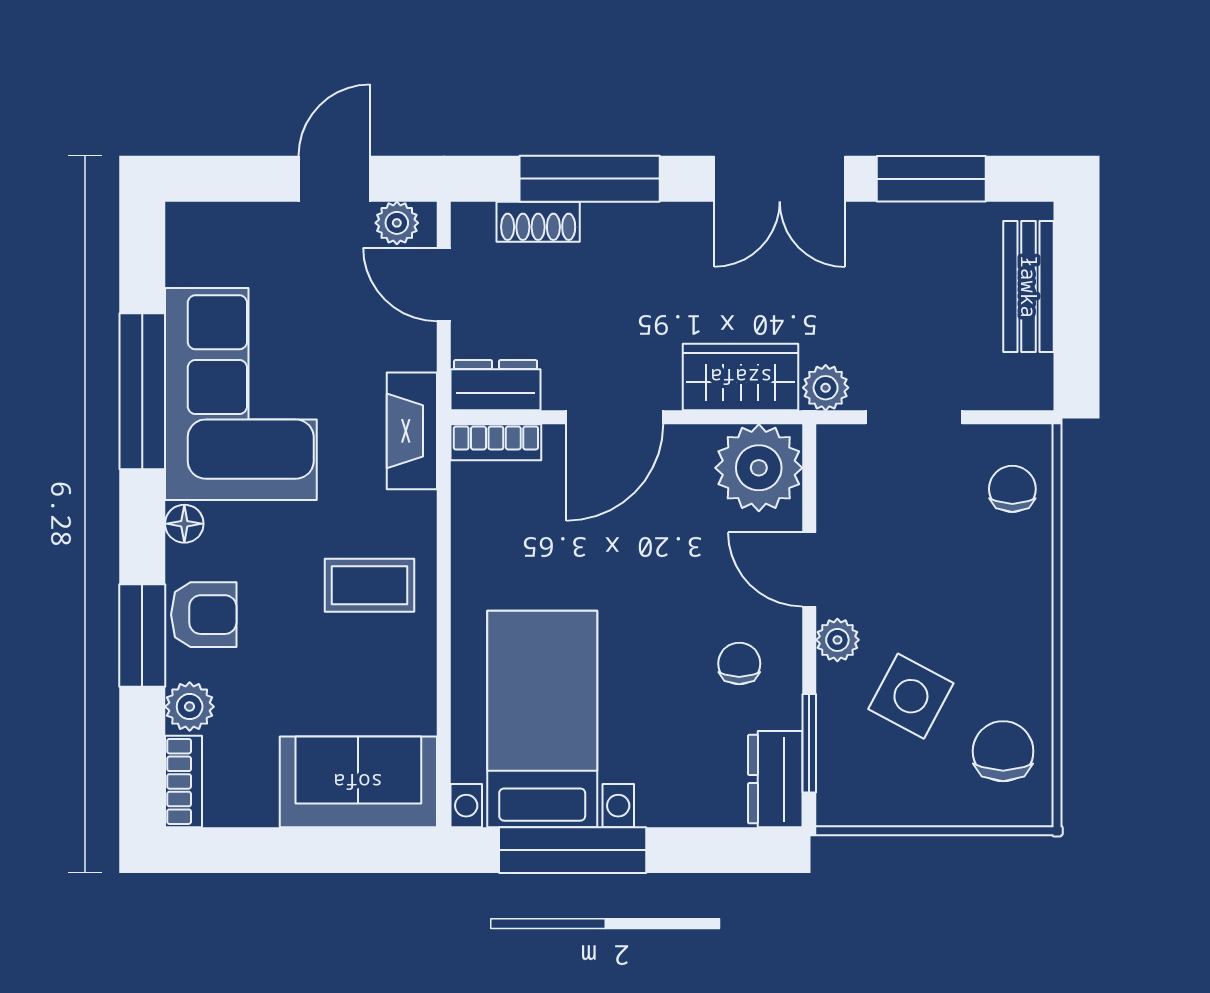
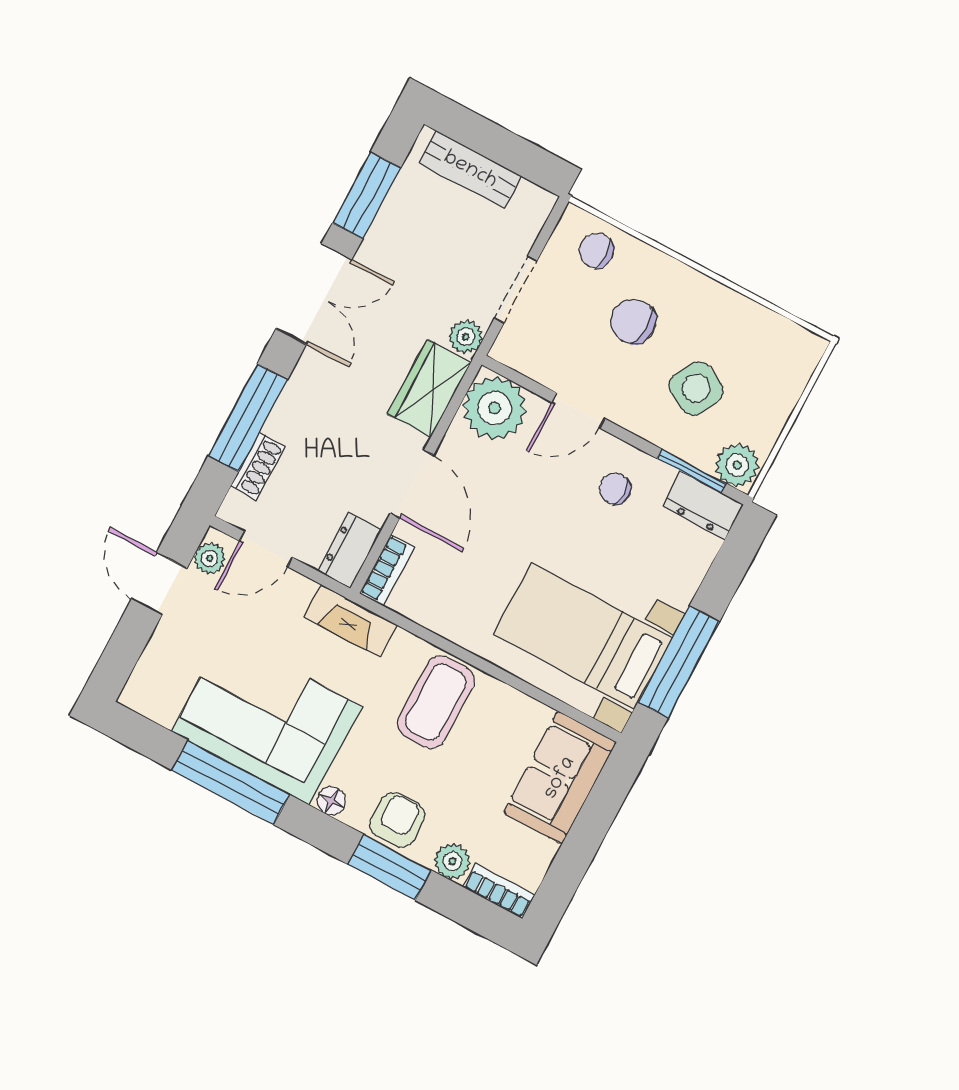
coffee table: (369, 585) -> (436, 702), width x1.36, depth x1.30
plant: (837, 640) -> (737, 465), moved, width x1.38, depth x1.38
chair: (1003, 751) -> (633, 321), moved

